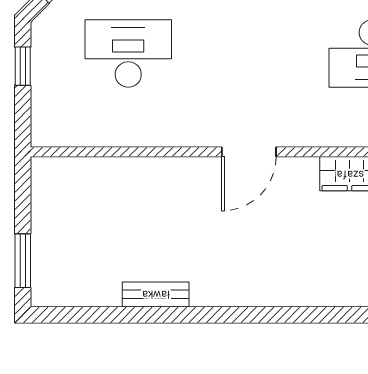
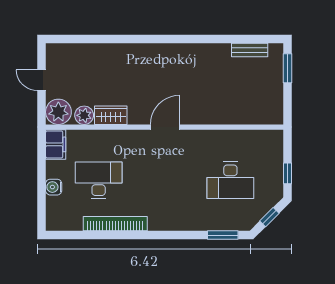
bench: (156, 294) -> (250, 50), moved

